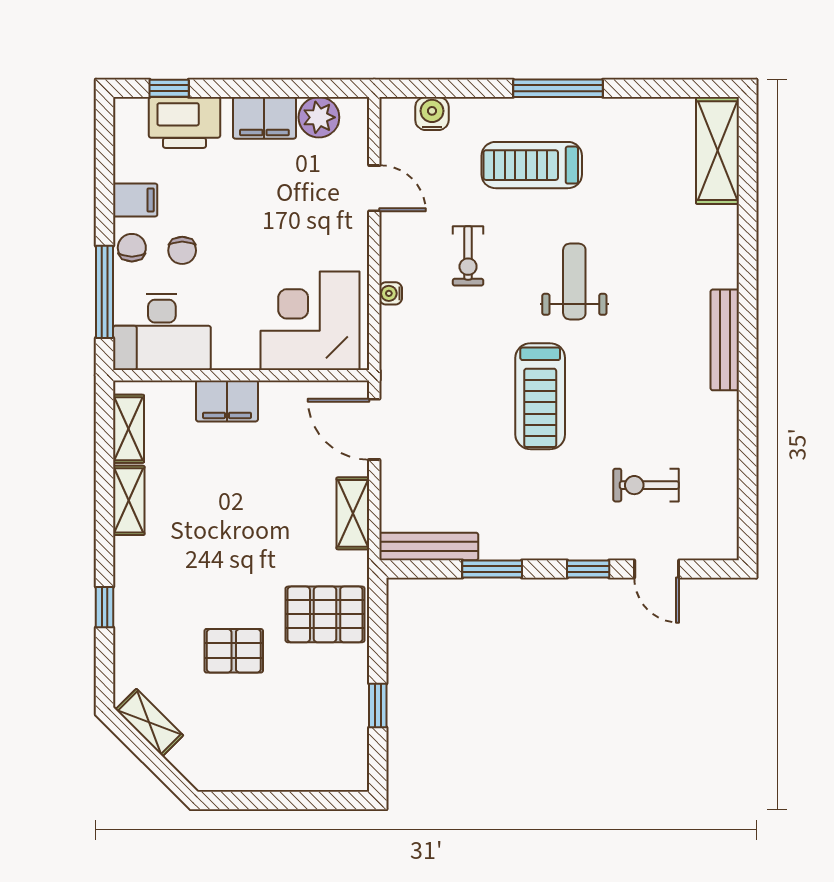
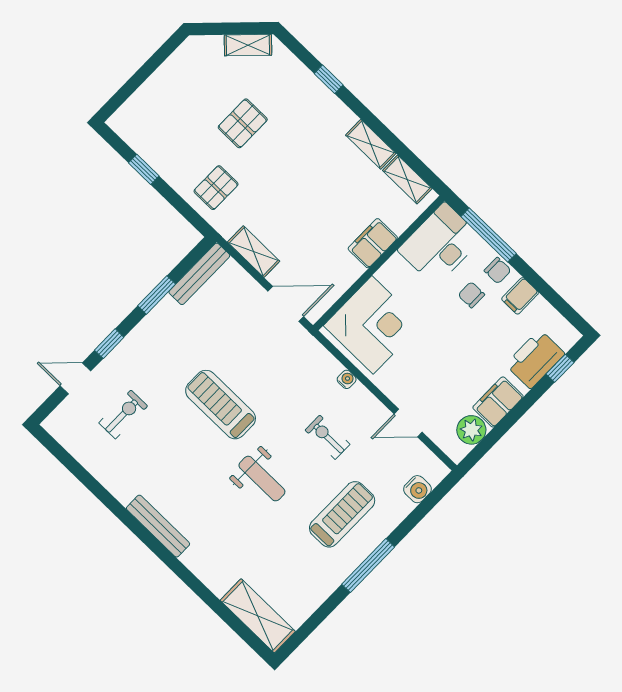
pallet: (325, 614) -> (216, 188), width x0.67, depth x0.71

